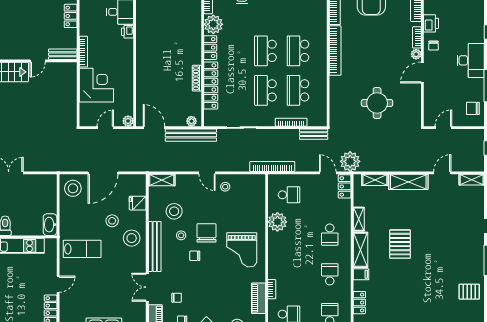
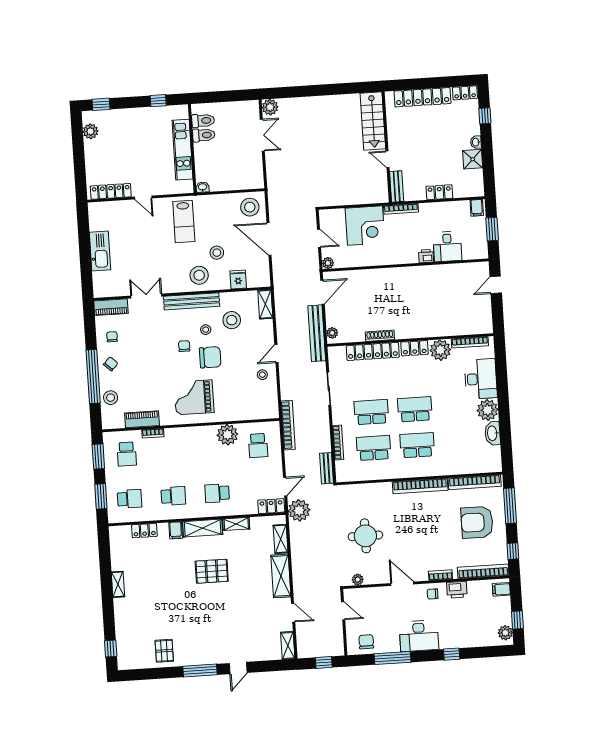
plant: (416, 54) -> (358, 580), moved
washbasin: (50, 225) -> (203, 187), width x0.52, depth x0.69
chair: (177, 298) -> (137, 329), removed

